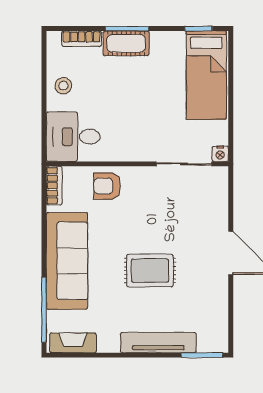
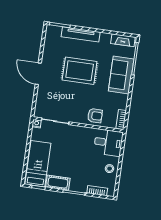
cot: (126, 43) -> (58, 183), moved
sofa: (67, 261) -> (121, 75), width x0.73
rug: (150, 271) -> (80, 71), width x1.36, depth x1.43

